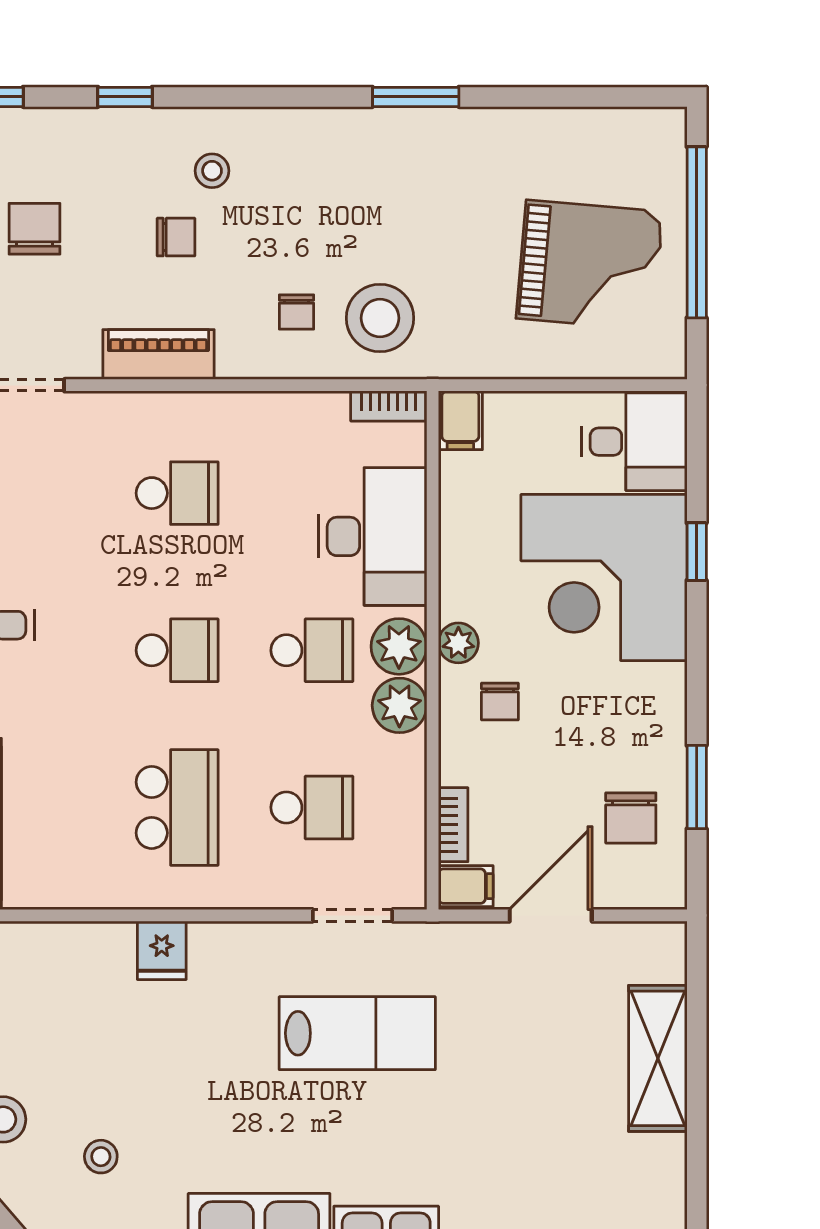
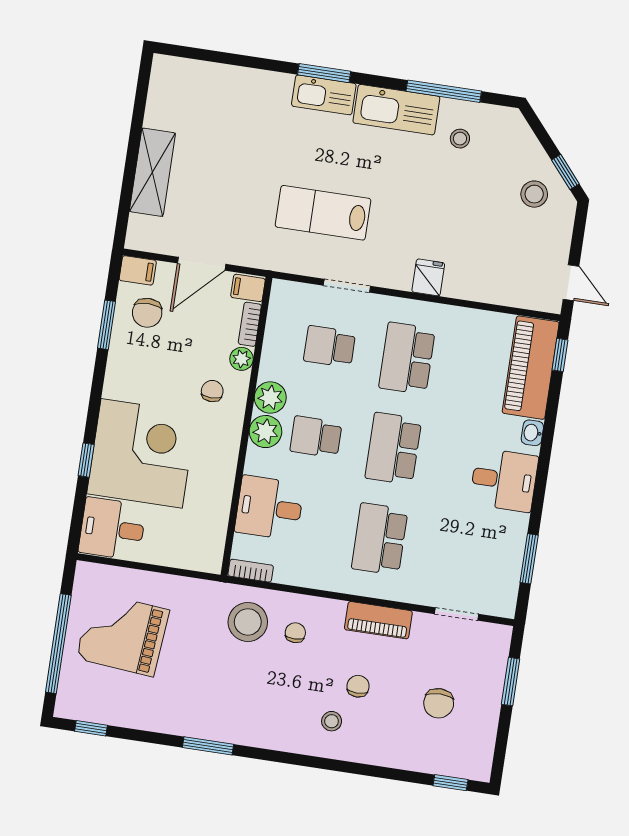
window: (125, 97) -> (91, 728), moved
chair: (176, 237) -> (358, 686), turned 90
filing cabinet: (460, 420) -> (138, 270), moved, turned 90
school desk: (177, 493) -> (380, 539), width x1.85
desk: (373, 536) -> (269, 508), width x0.73
plant: (458, 643) -> (242, 359), moved
school desk: (177, 650) -> (393, 449), width x1.85
chair: (631, 818) -> (147, 313), turned 180
doorway: (353, 915) -> (347, 286), moved
stool: (101, 1157) -> (460, 139), moved

